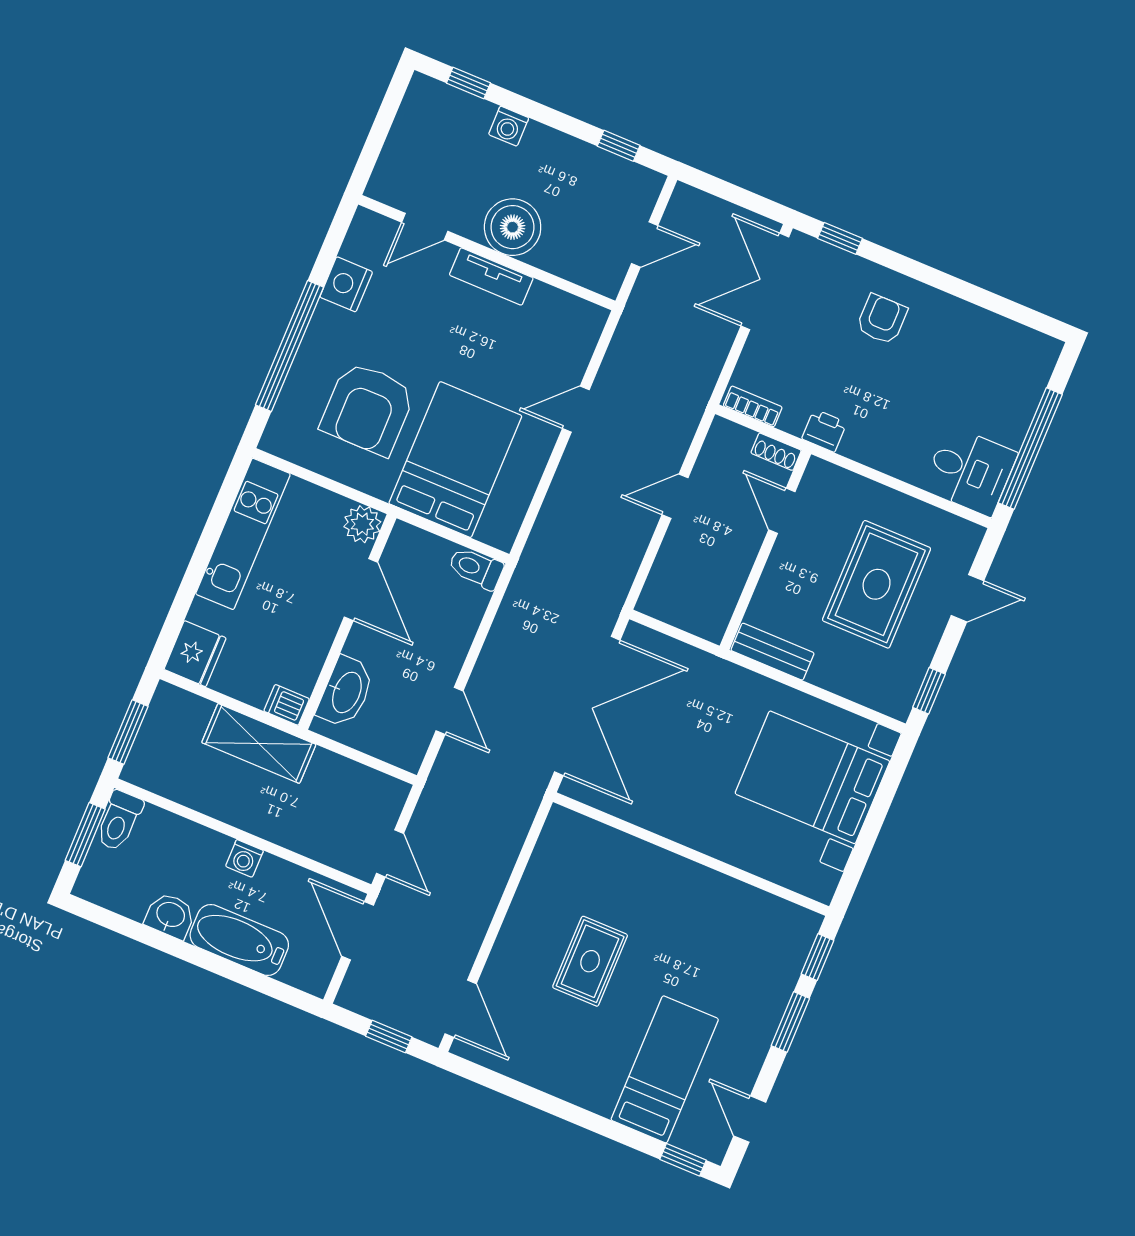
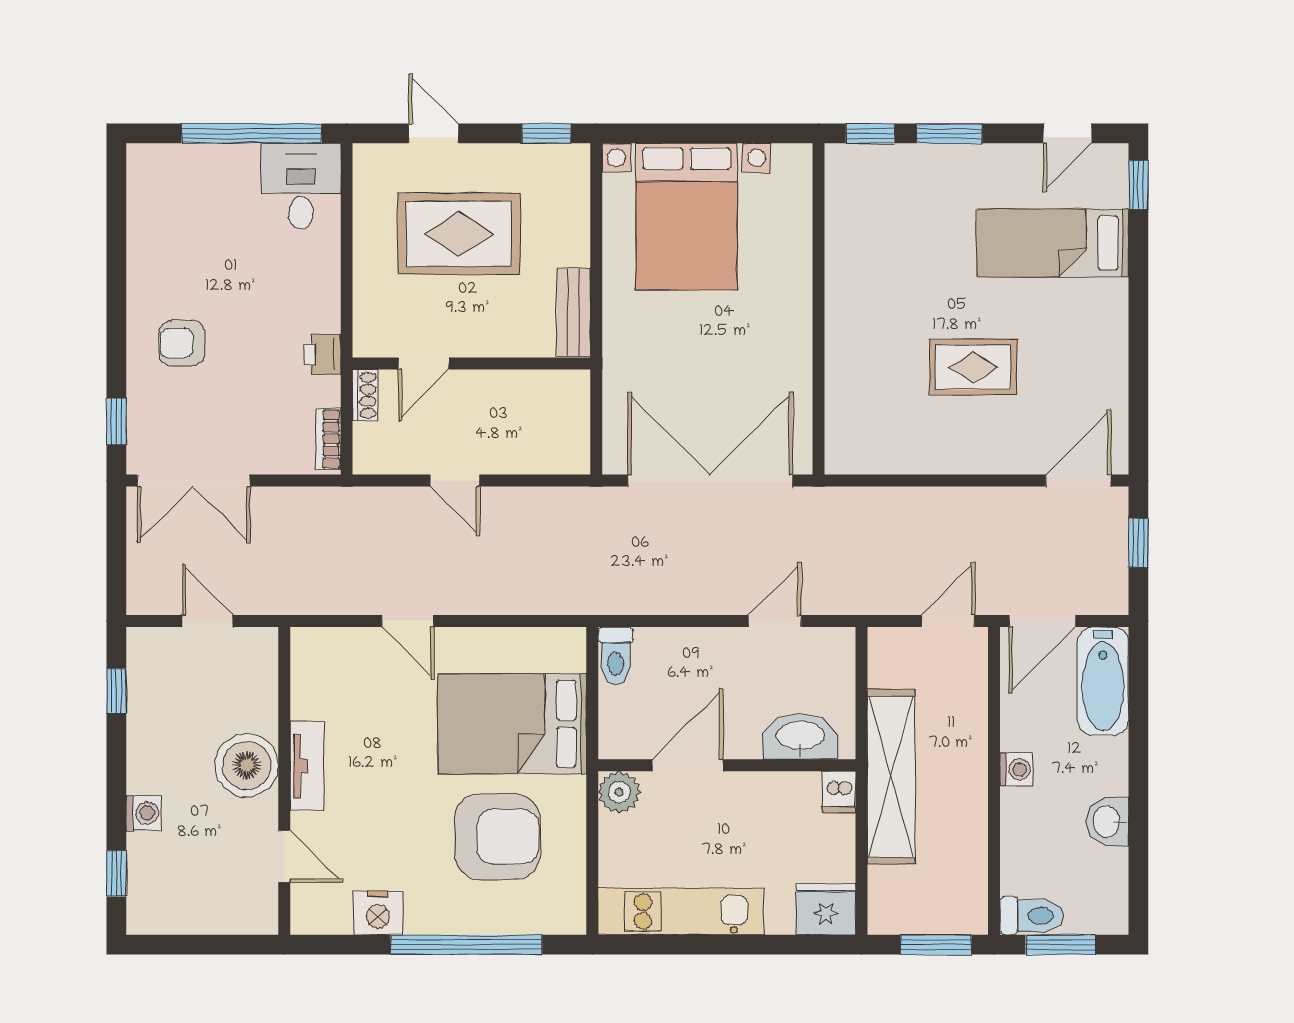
shelving: (259, 743) -> (891, 777), width x1.47
bathtub: (239, 940) -> (1103, 681), moved

